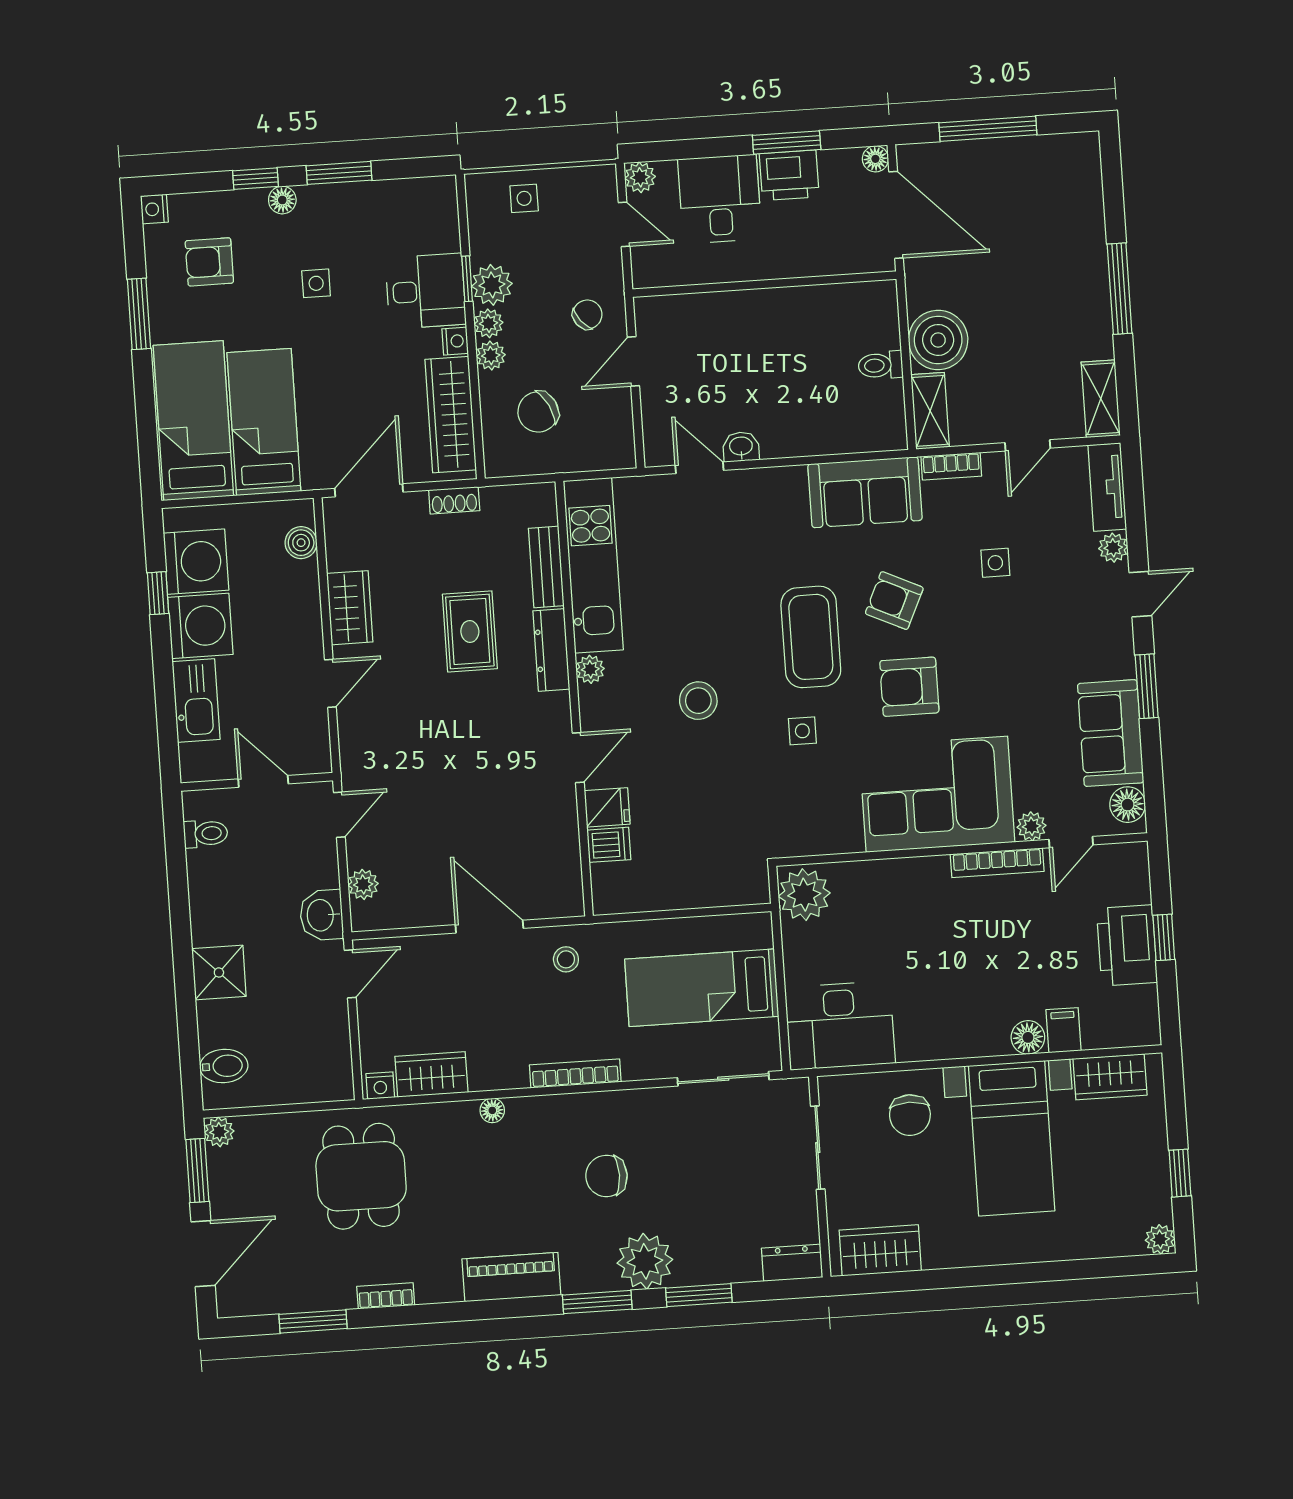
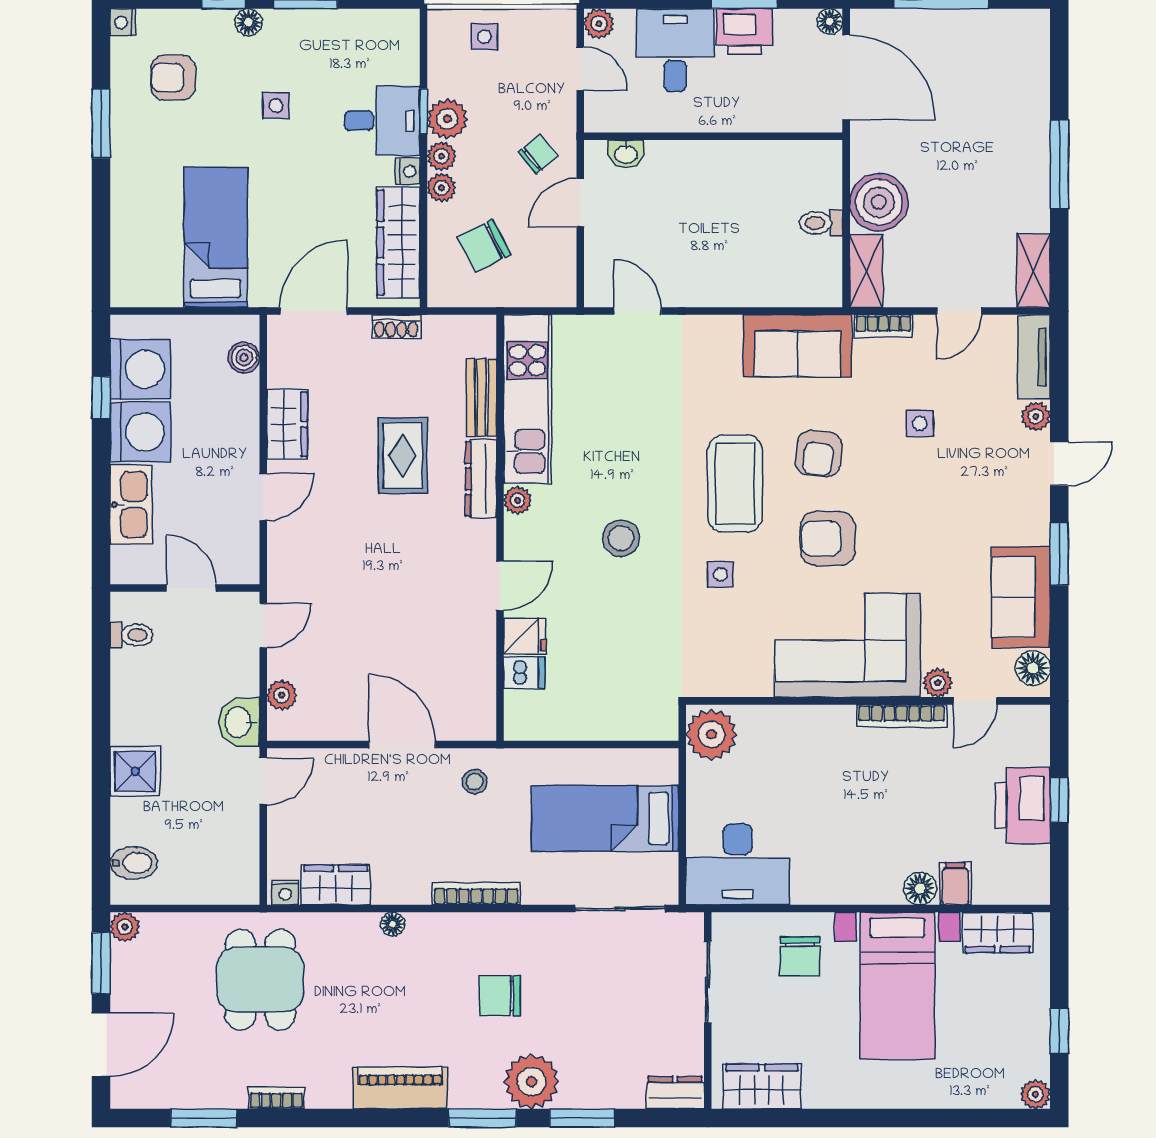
bed: (193, 421) -> (147, 231), removed
washbasin: (741, 447) -> (626, 154), moved, turned 180
armchair: (894, 601) -> (819, 454), turned -108

